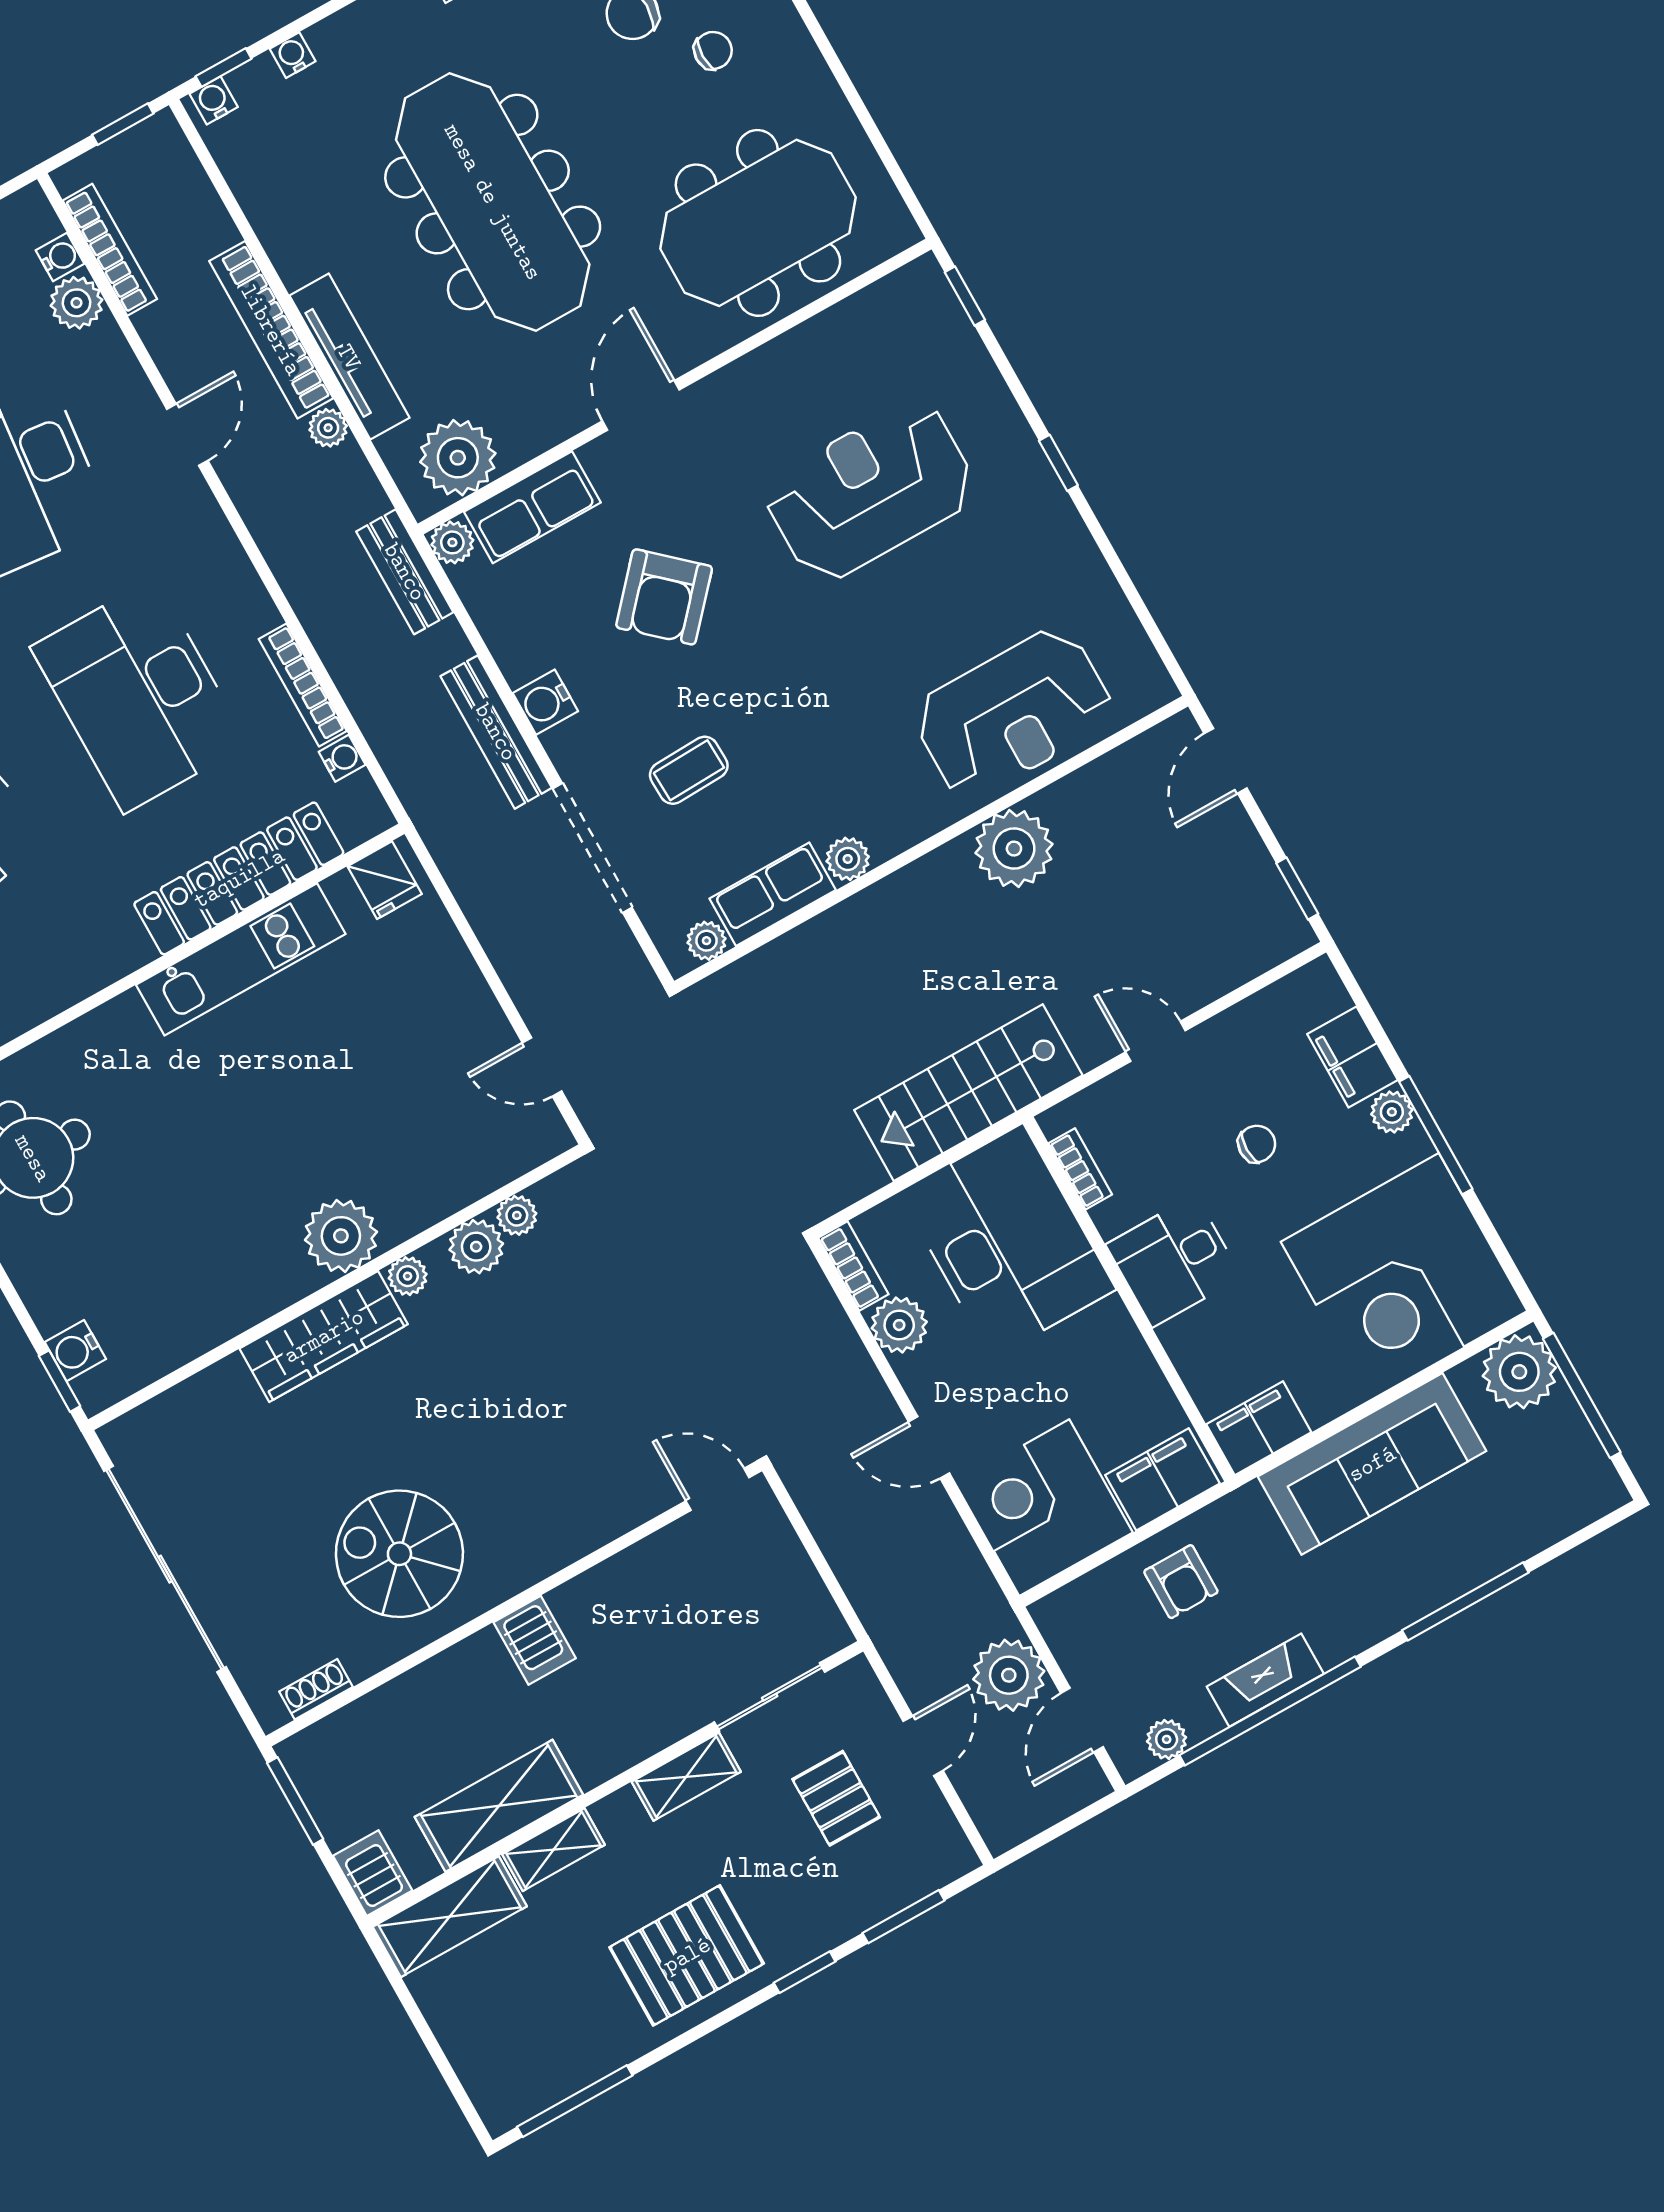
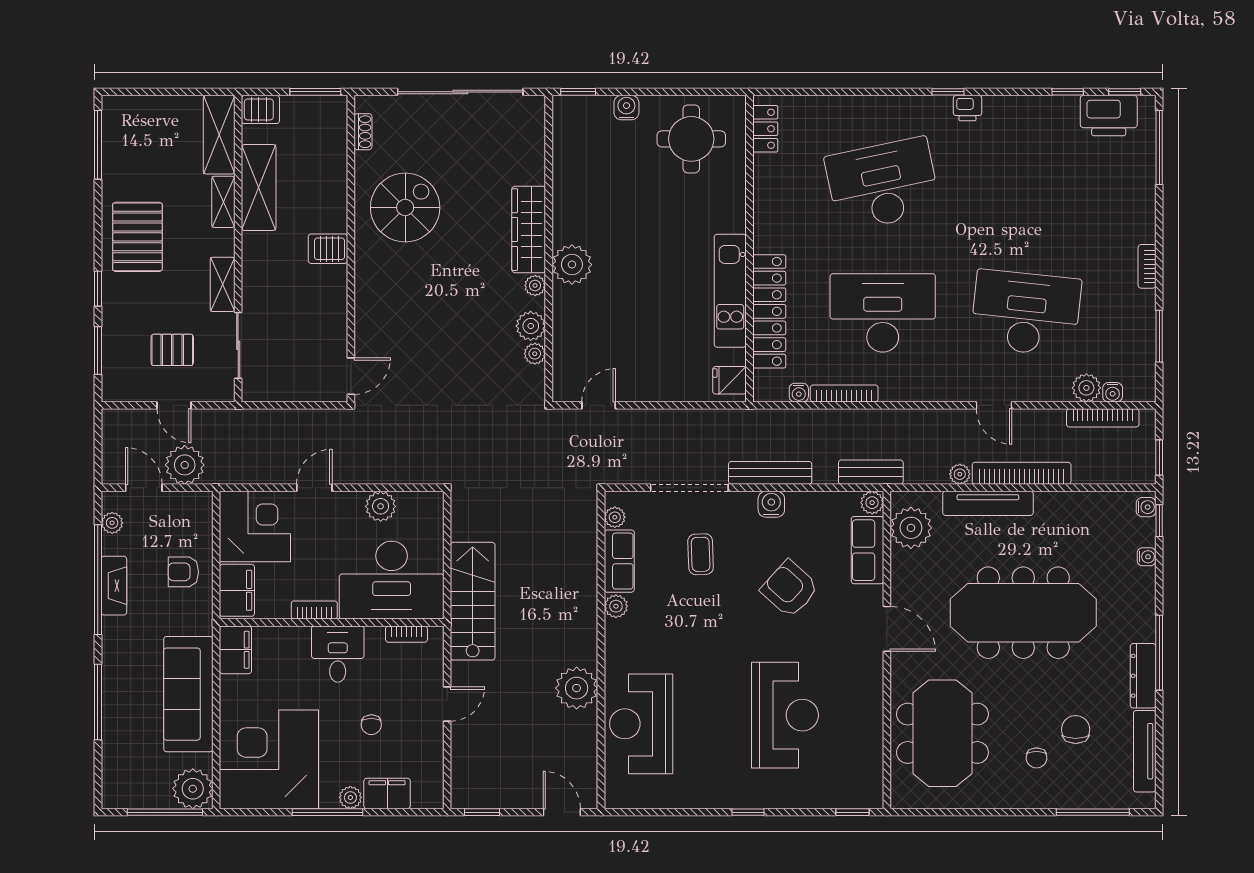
bookcase: (853, 1266) -> (314, 610), moved, turned 180
water cooler: (75, 1351) -> (626, 108), moved

